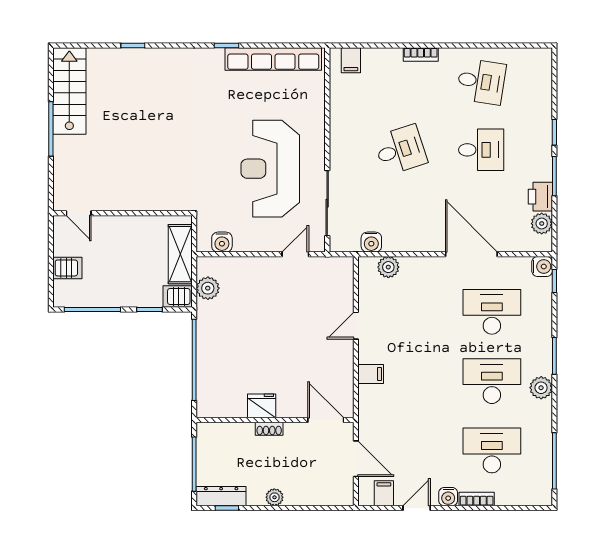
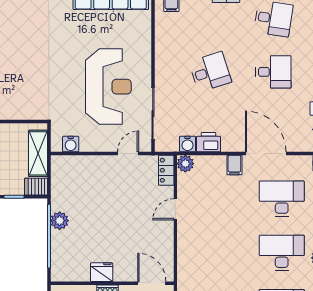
reception desk: (270, 169) -> (108, 87), turned 180
printer: (398, 240) -> (209, 142), added
plant: (388, 267) -> (185, 164), moved
locker: (344, 276) -> (166, 170), added
plant: (208, 288) -> (60, 221), moved
filing cabinet: (371, 374) -> (234, 165), moved, turned 90

